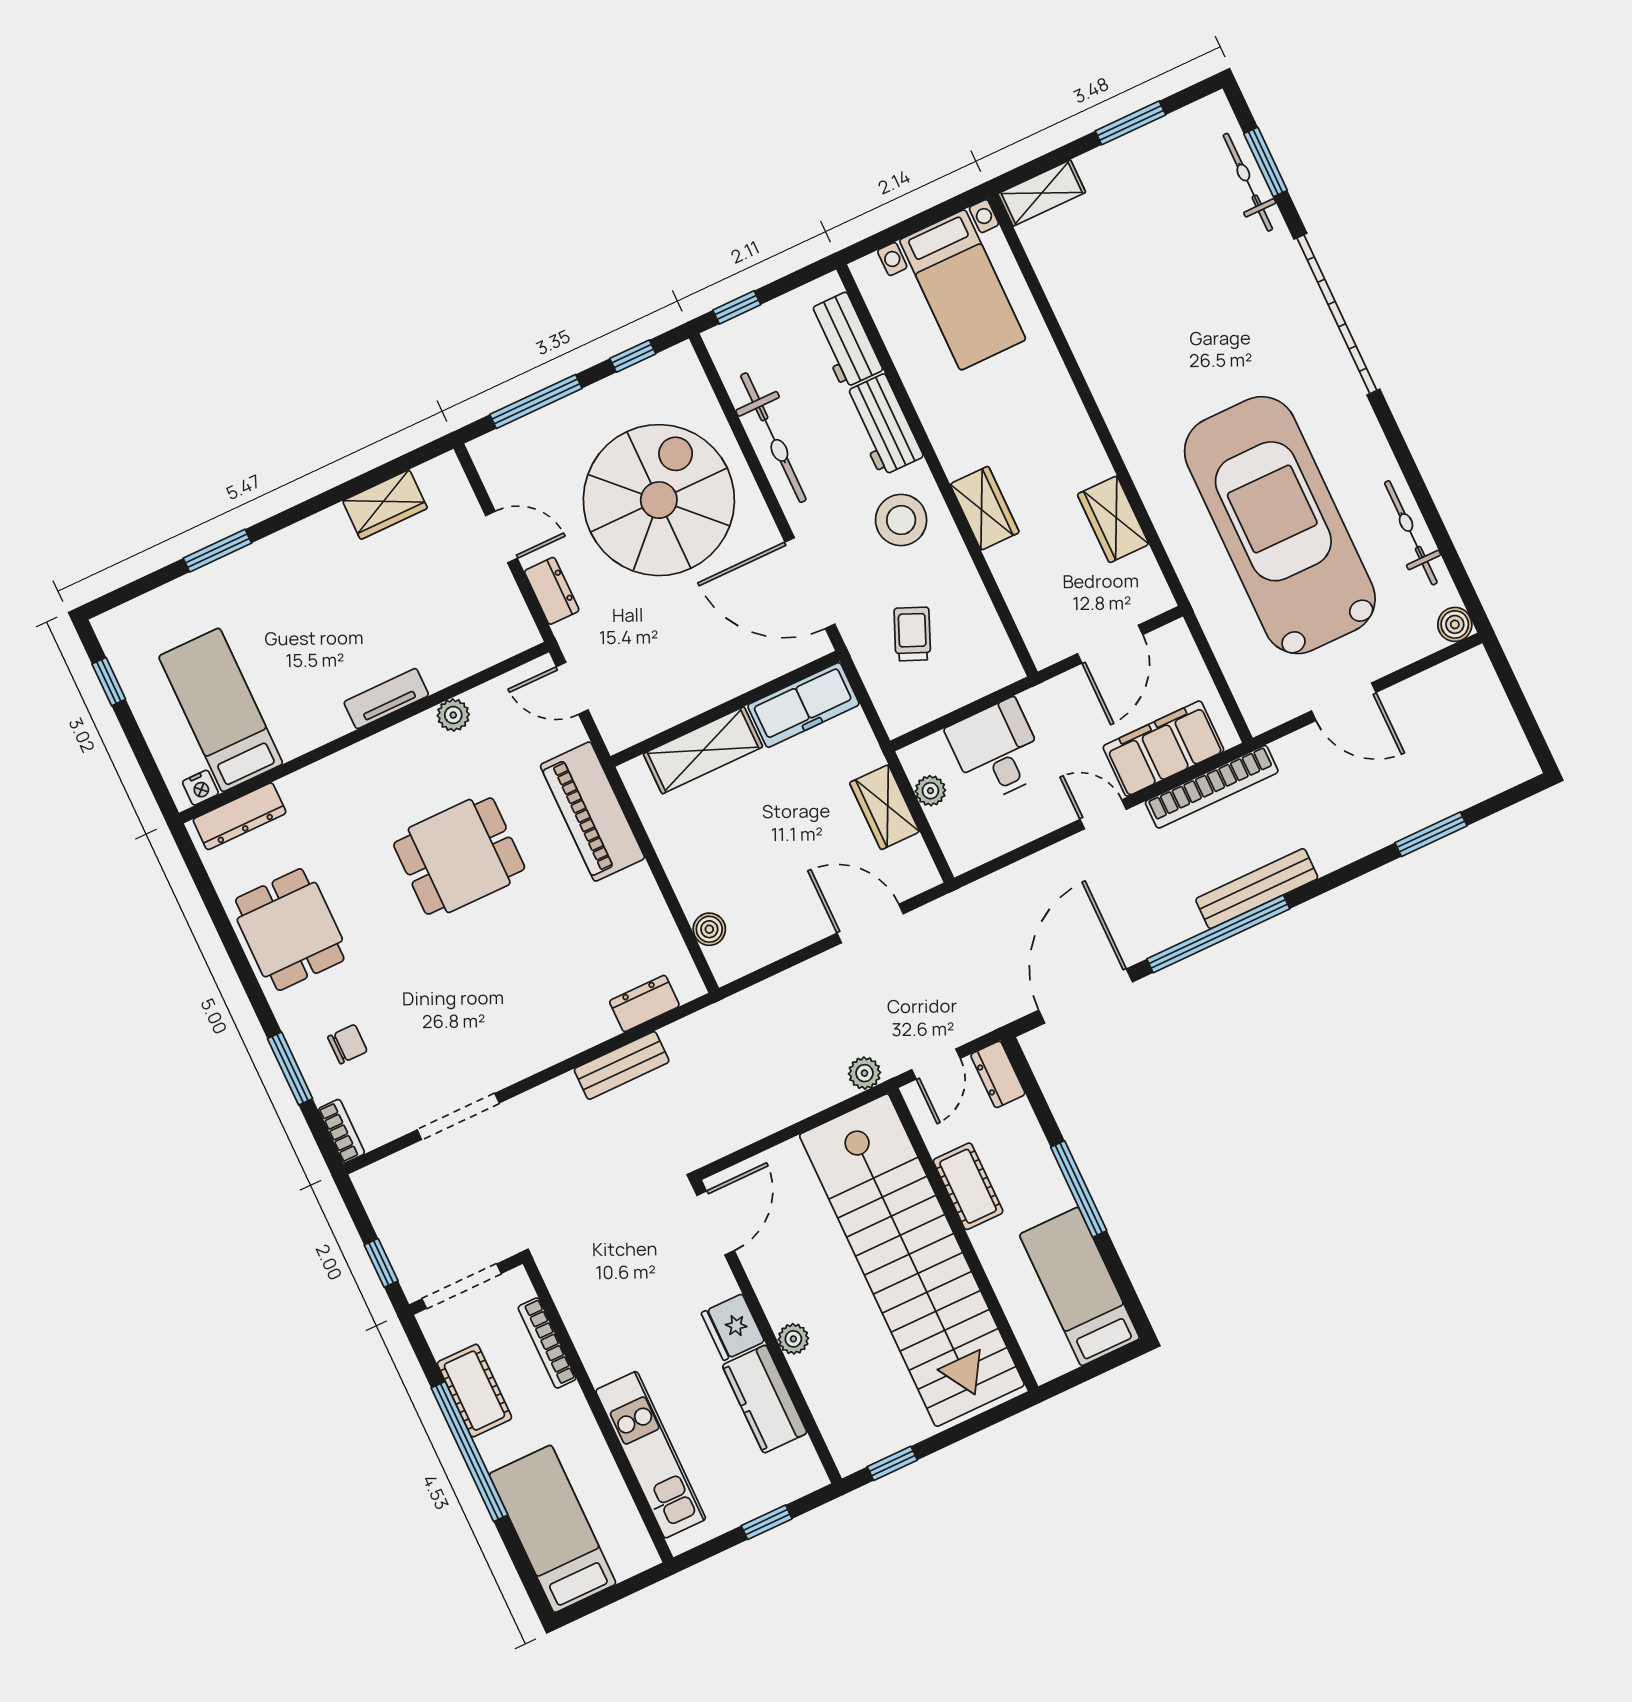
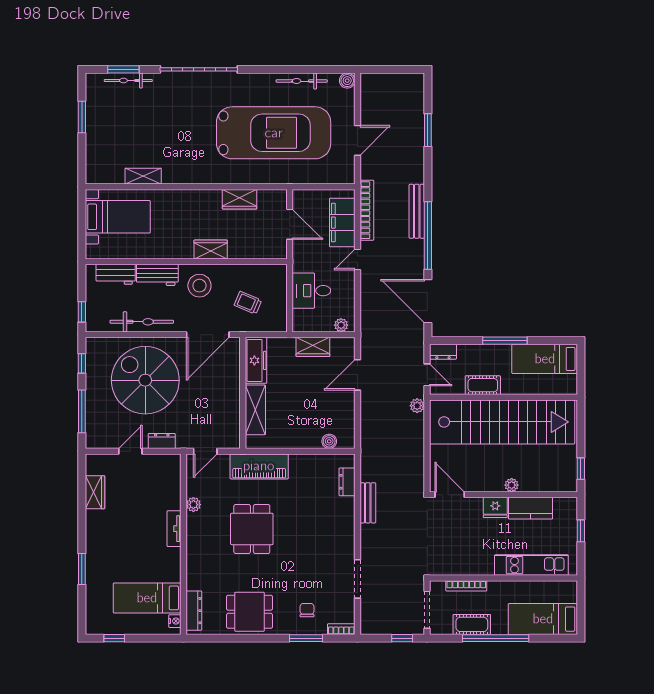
shelving: (1042, 193) -> (143, 176), moved, turned 90
car: (1280, 525) -> (274, 133), turned 180
plant: (930, 791) -> (341, 325), moved

